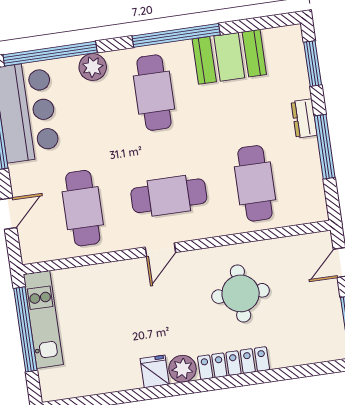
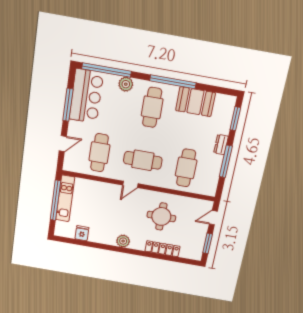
locker: (234, 363) -> (162, 249), moved
fridge: (155, 371) -> (82, 233), moved

